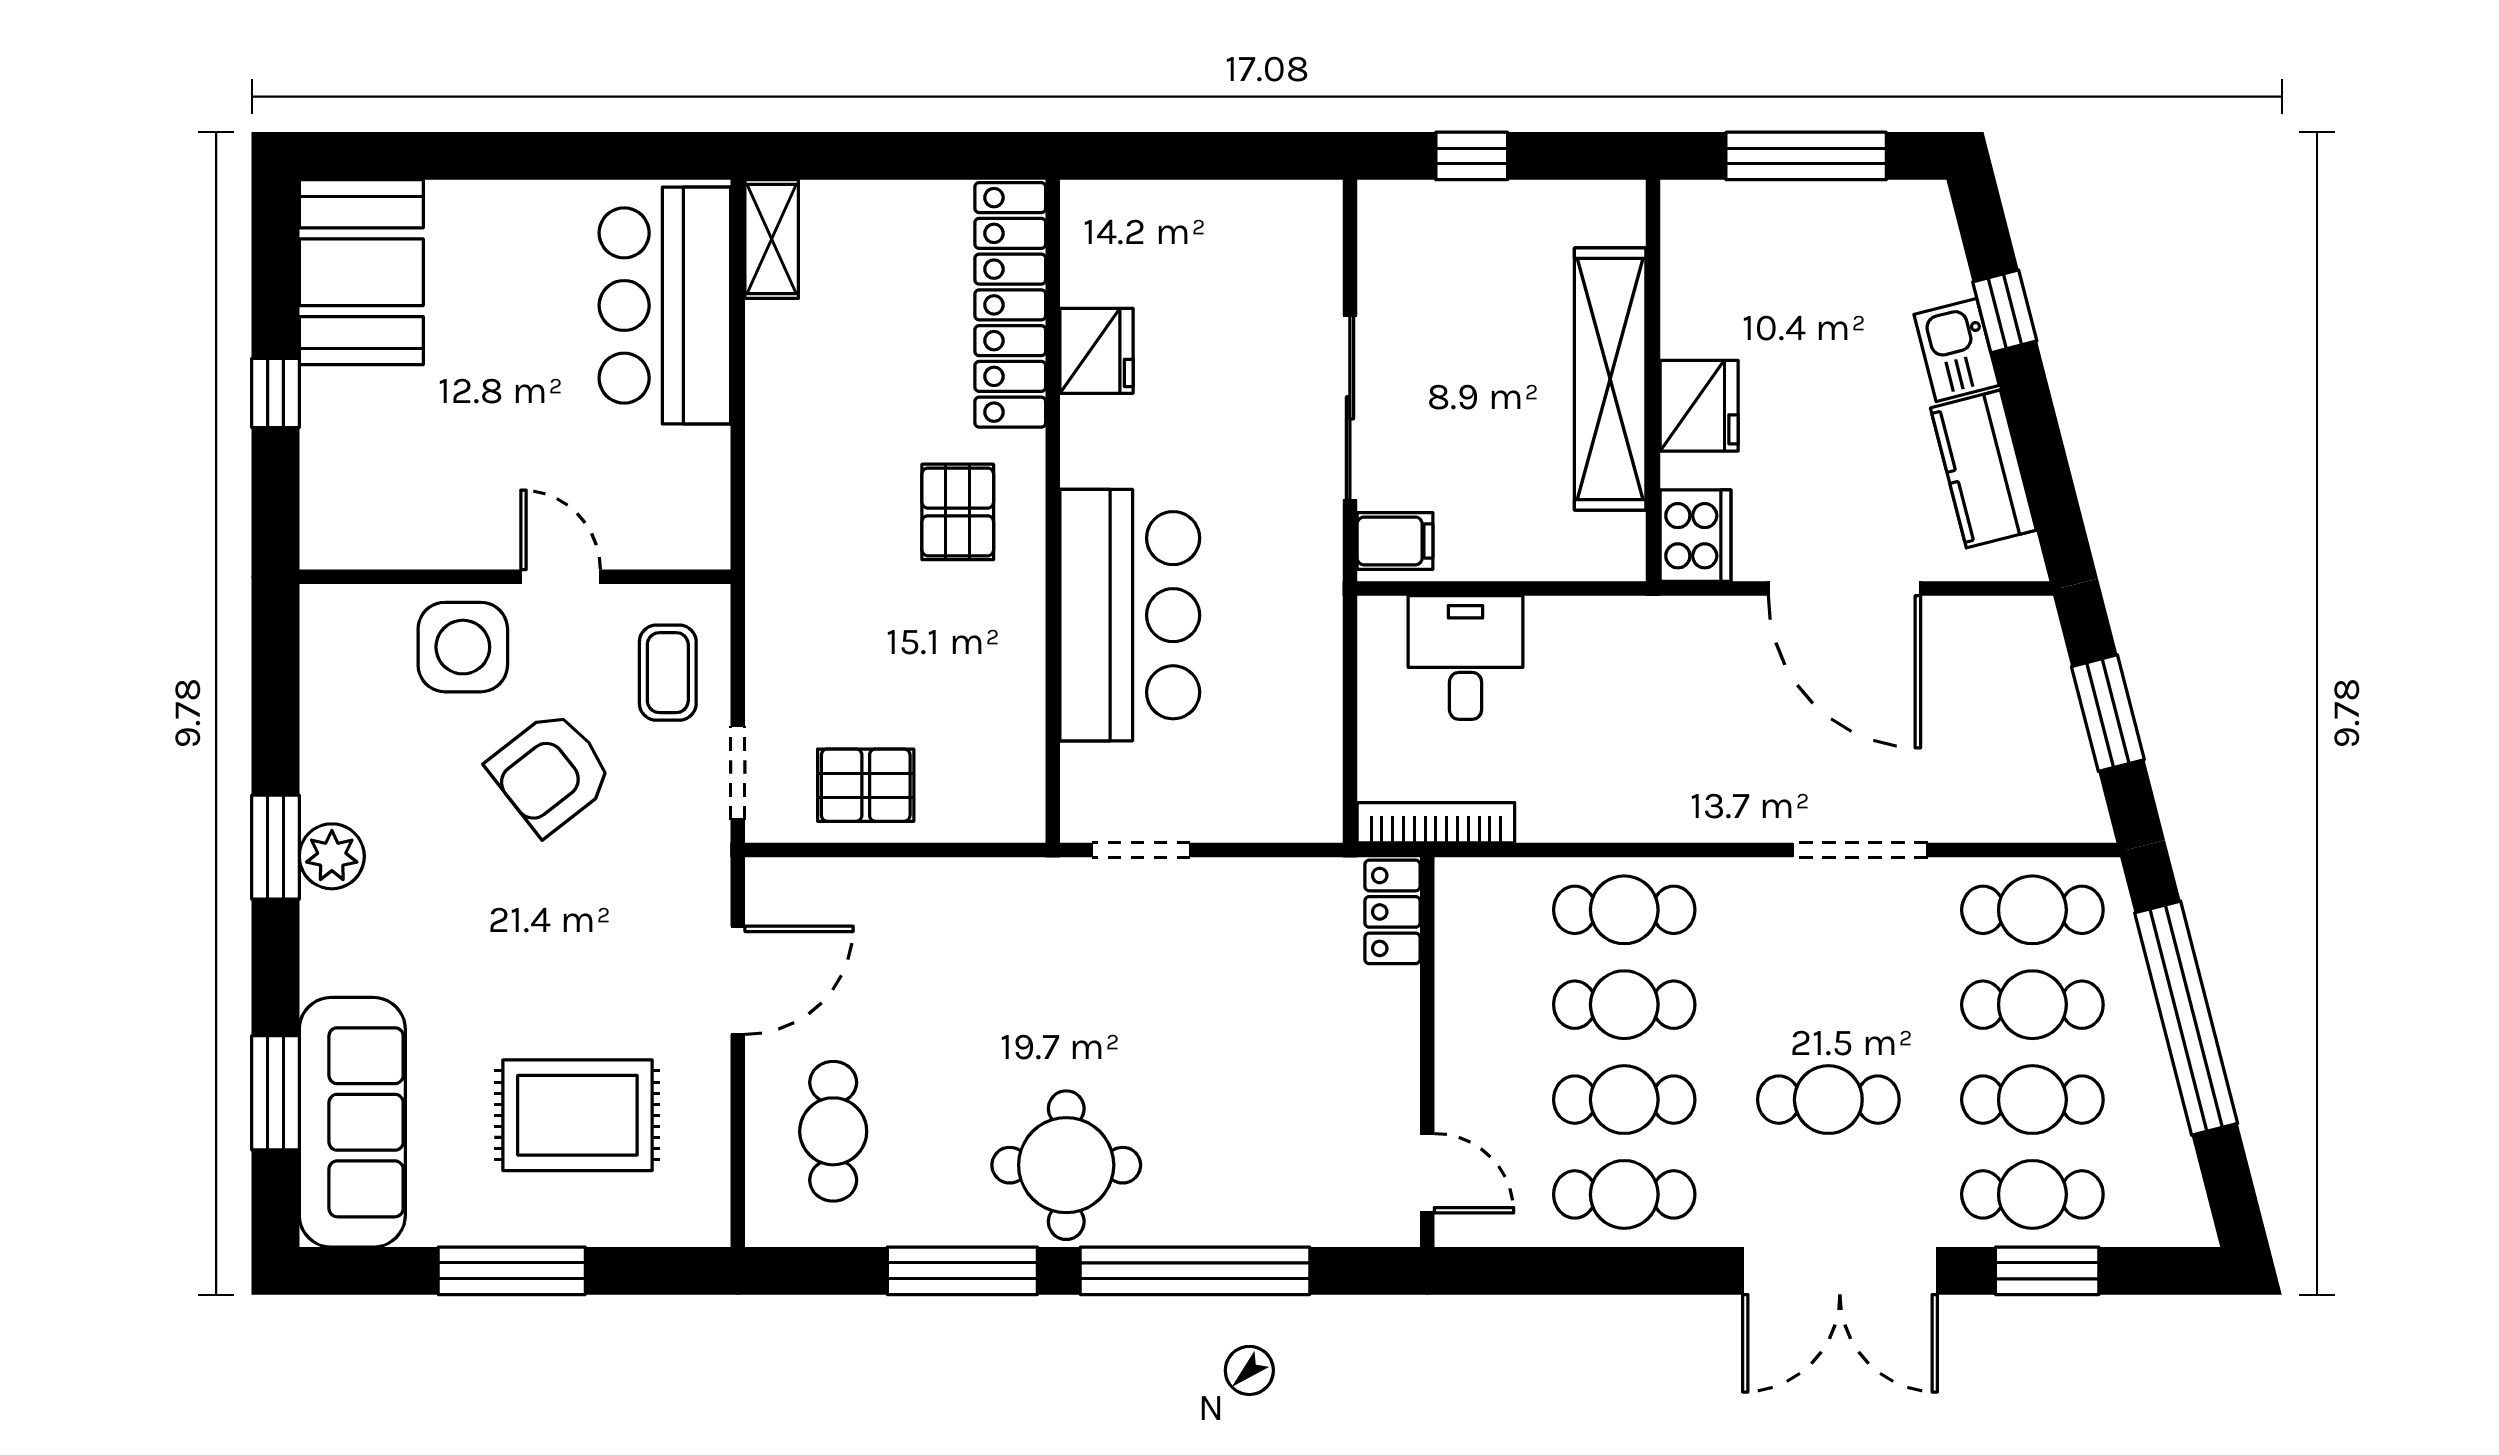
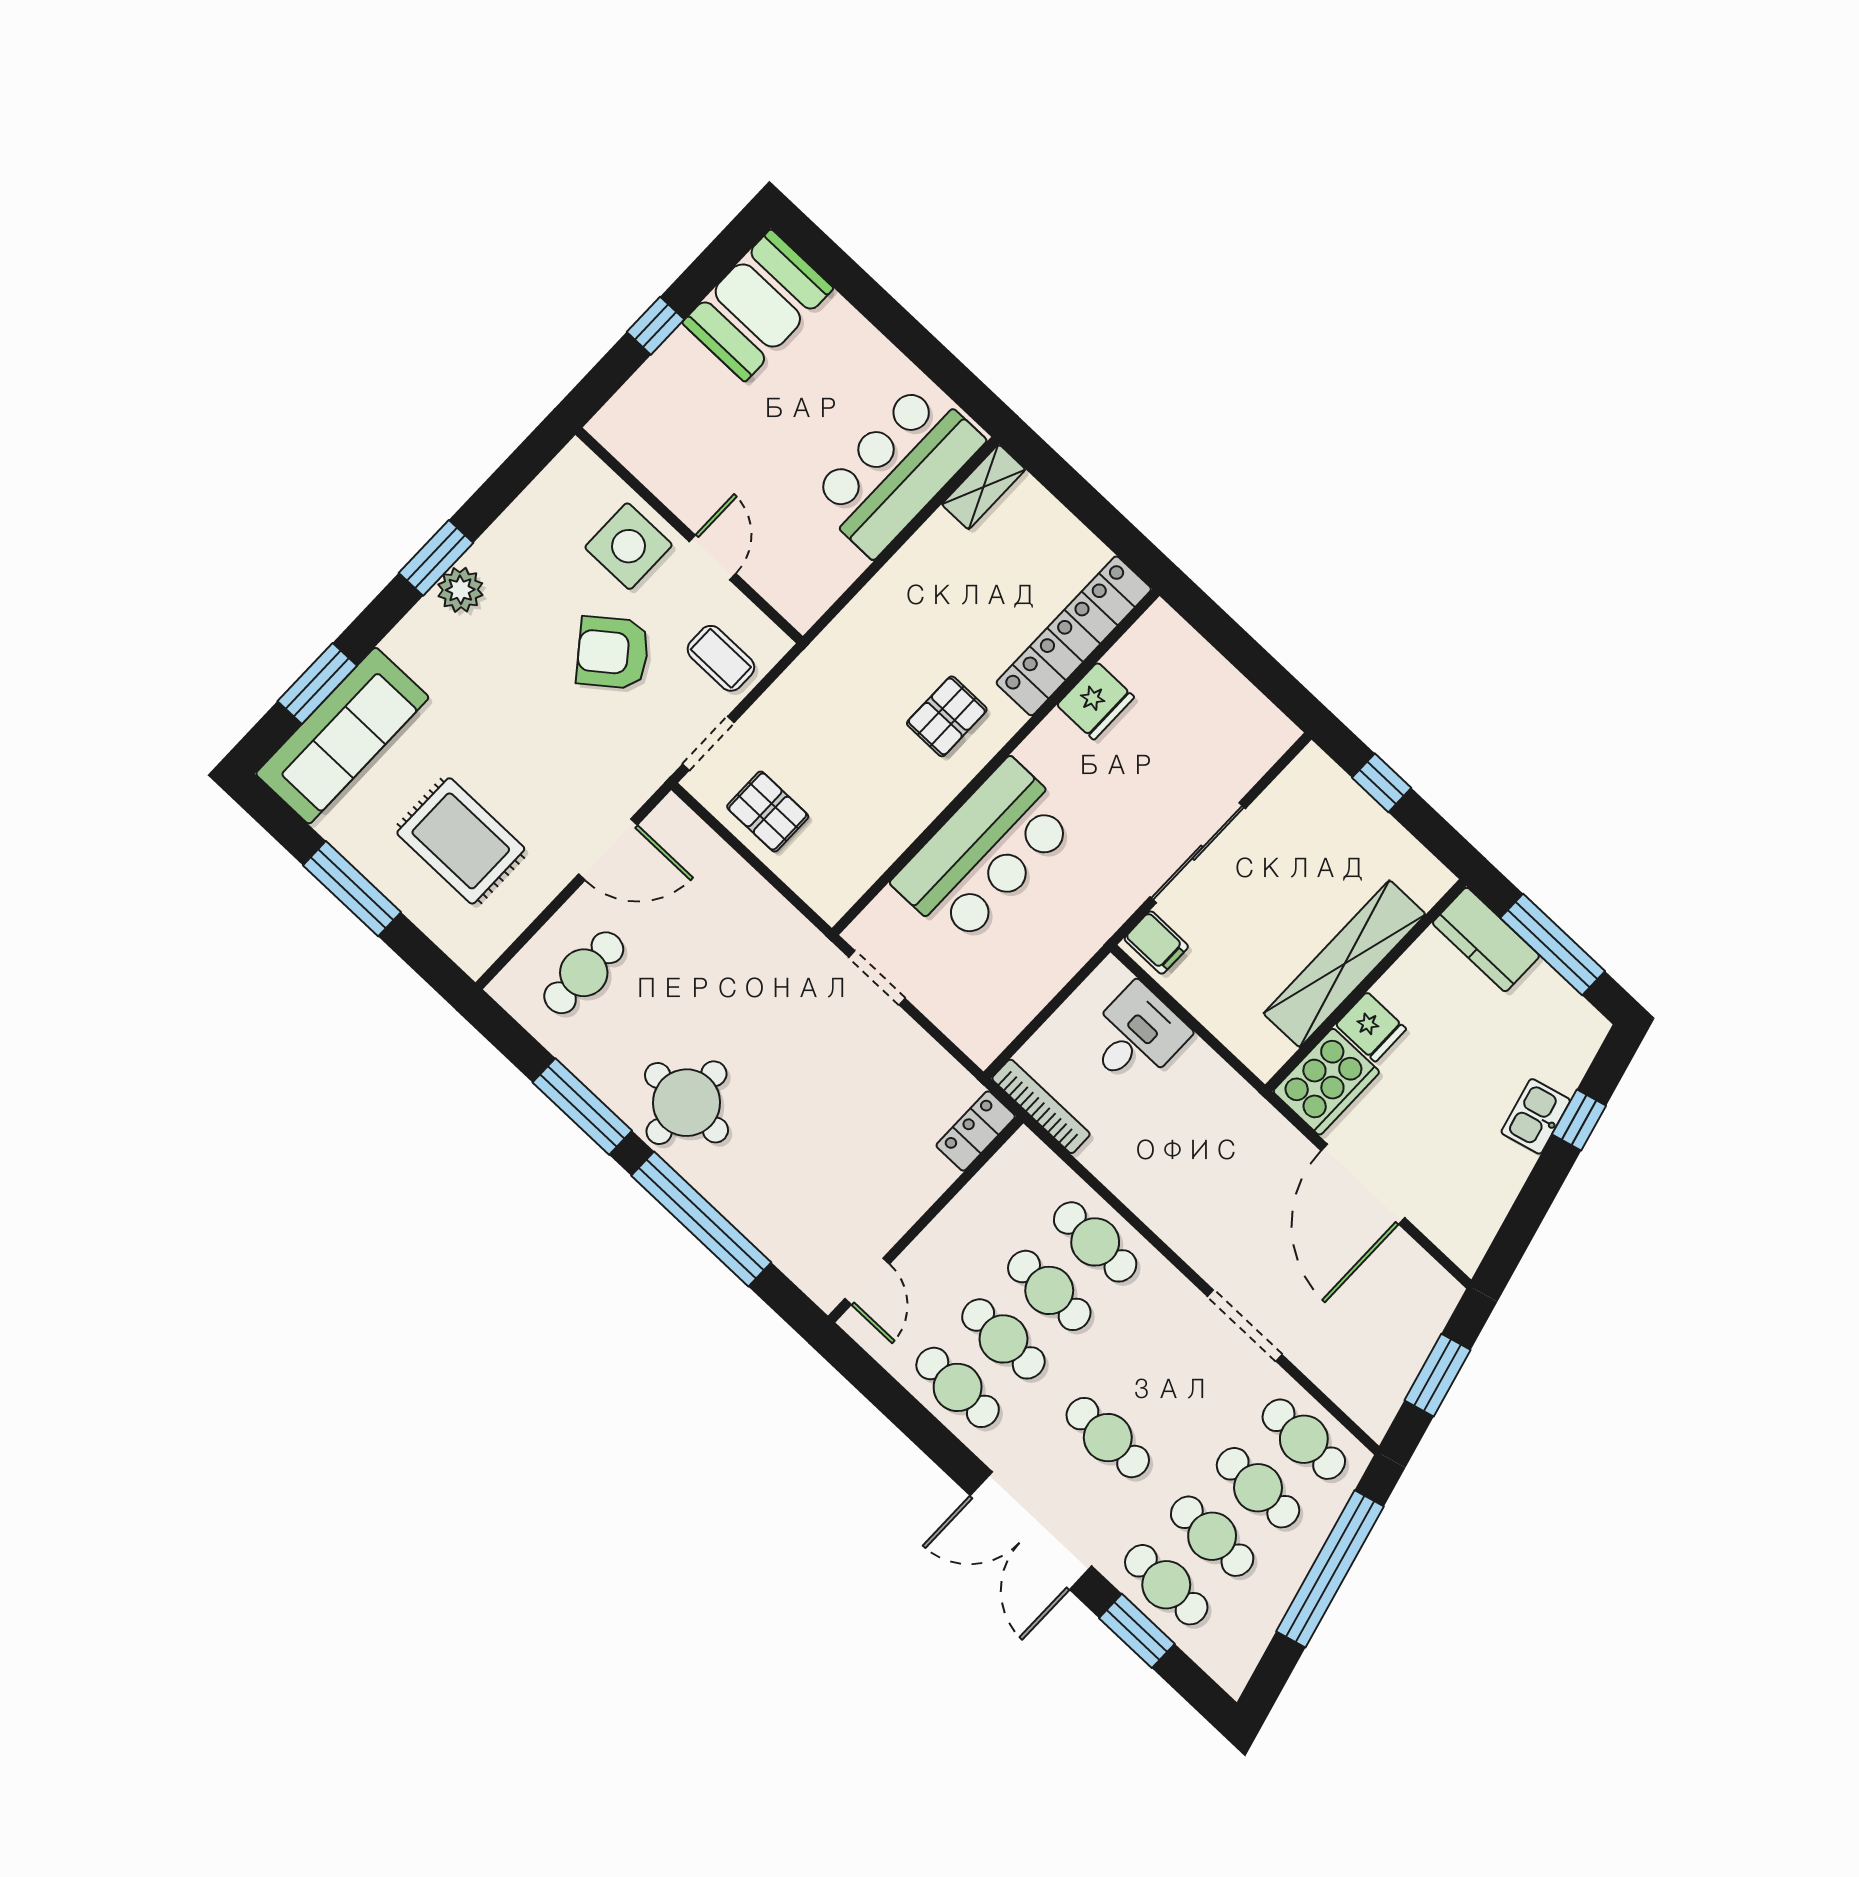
fridge: (1699, 406) -> (1371, 1027), width x0.72
kitchen counter: (1983, 469) -> (1486, 939), moved, turned -76
cooker: (1696, 536) -> (1326, 1082), width x1.37, depth x1.31
coffee table: (668, 673) -> (721, 658), turned 90

